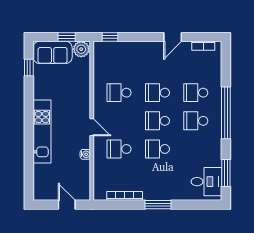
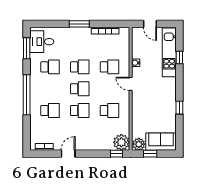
plant: (104, 52) -> (121, 142), added
window: (29, 67) -> (179, 108), moved
school desk: (196, 121) -> (50, 67), moved
kitchen unit: (42, 132) -> (169, 52), moved
window: (29, 161) -> (179, 58), added

